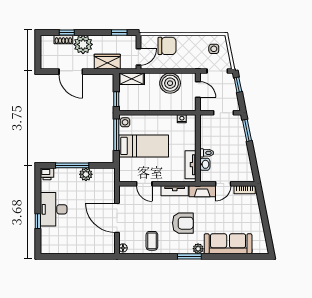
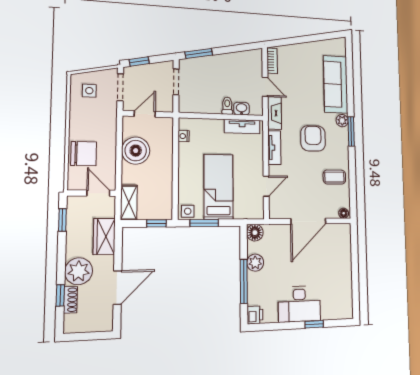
chair: (167, 46) -> (84, 154), turned 90
window: (116, 135) -> (204, 223), width x0.69
floor lamp: (109, 174) -> (255, 233), added

